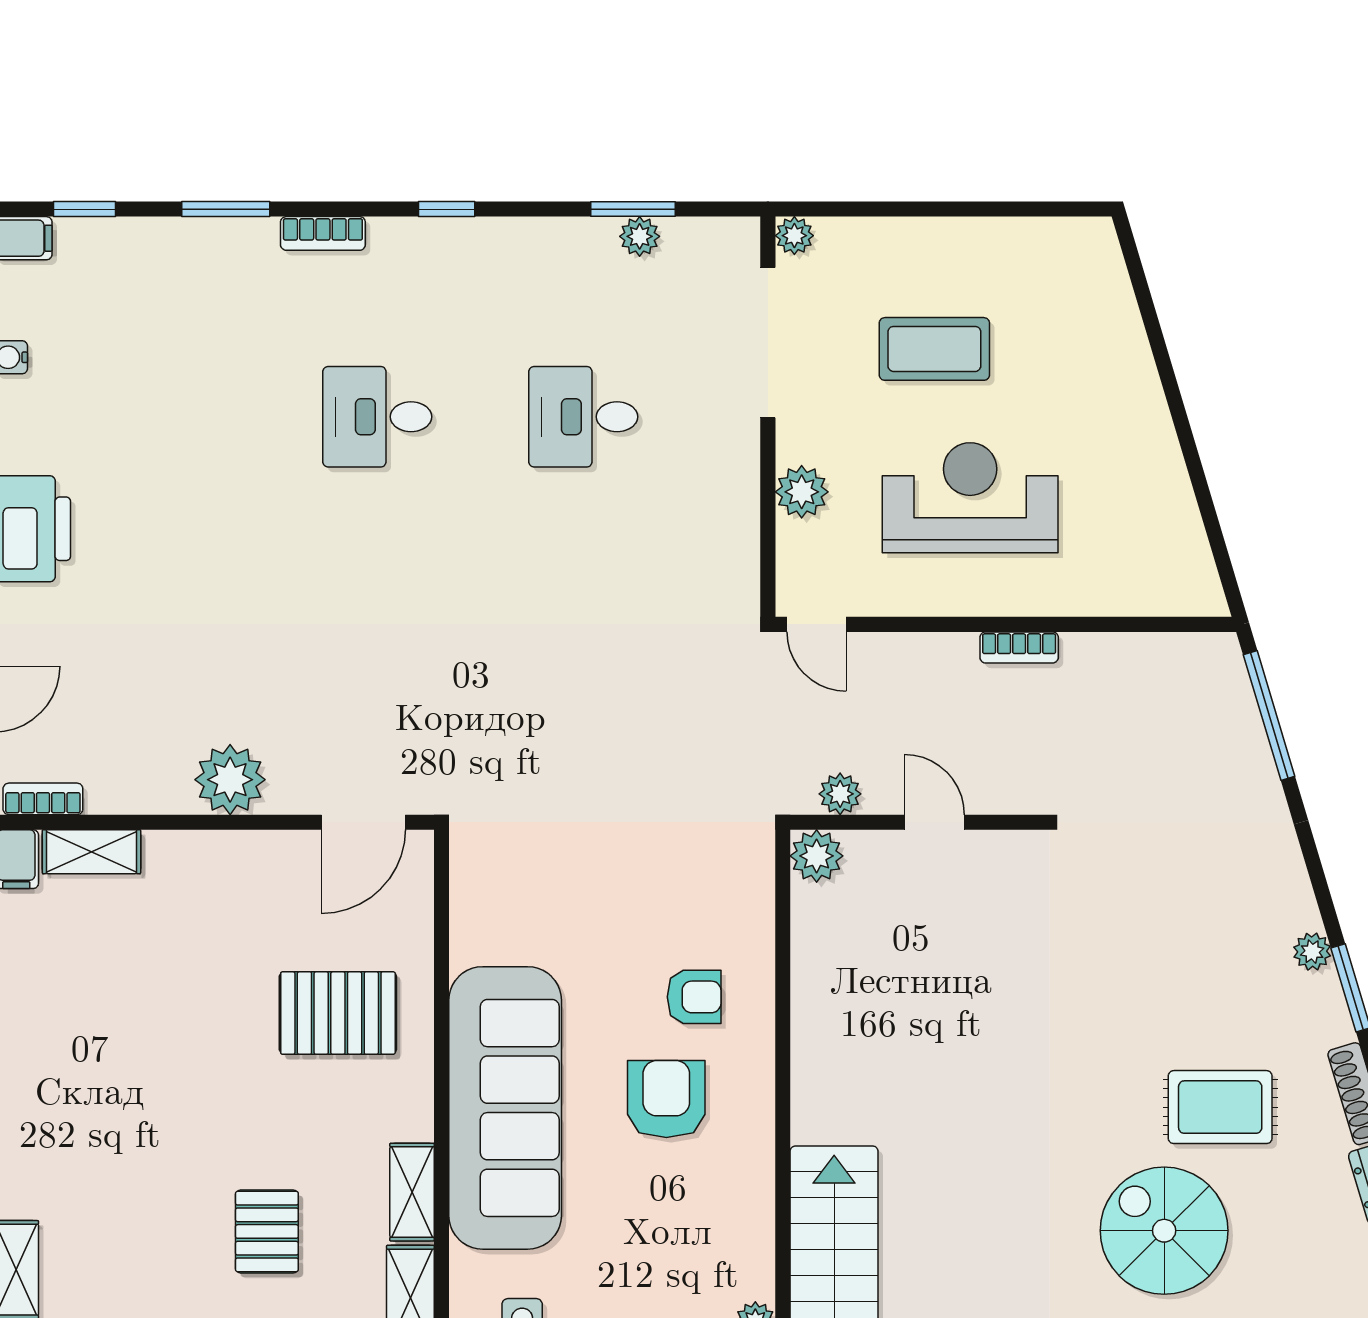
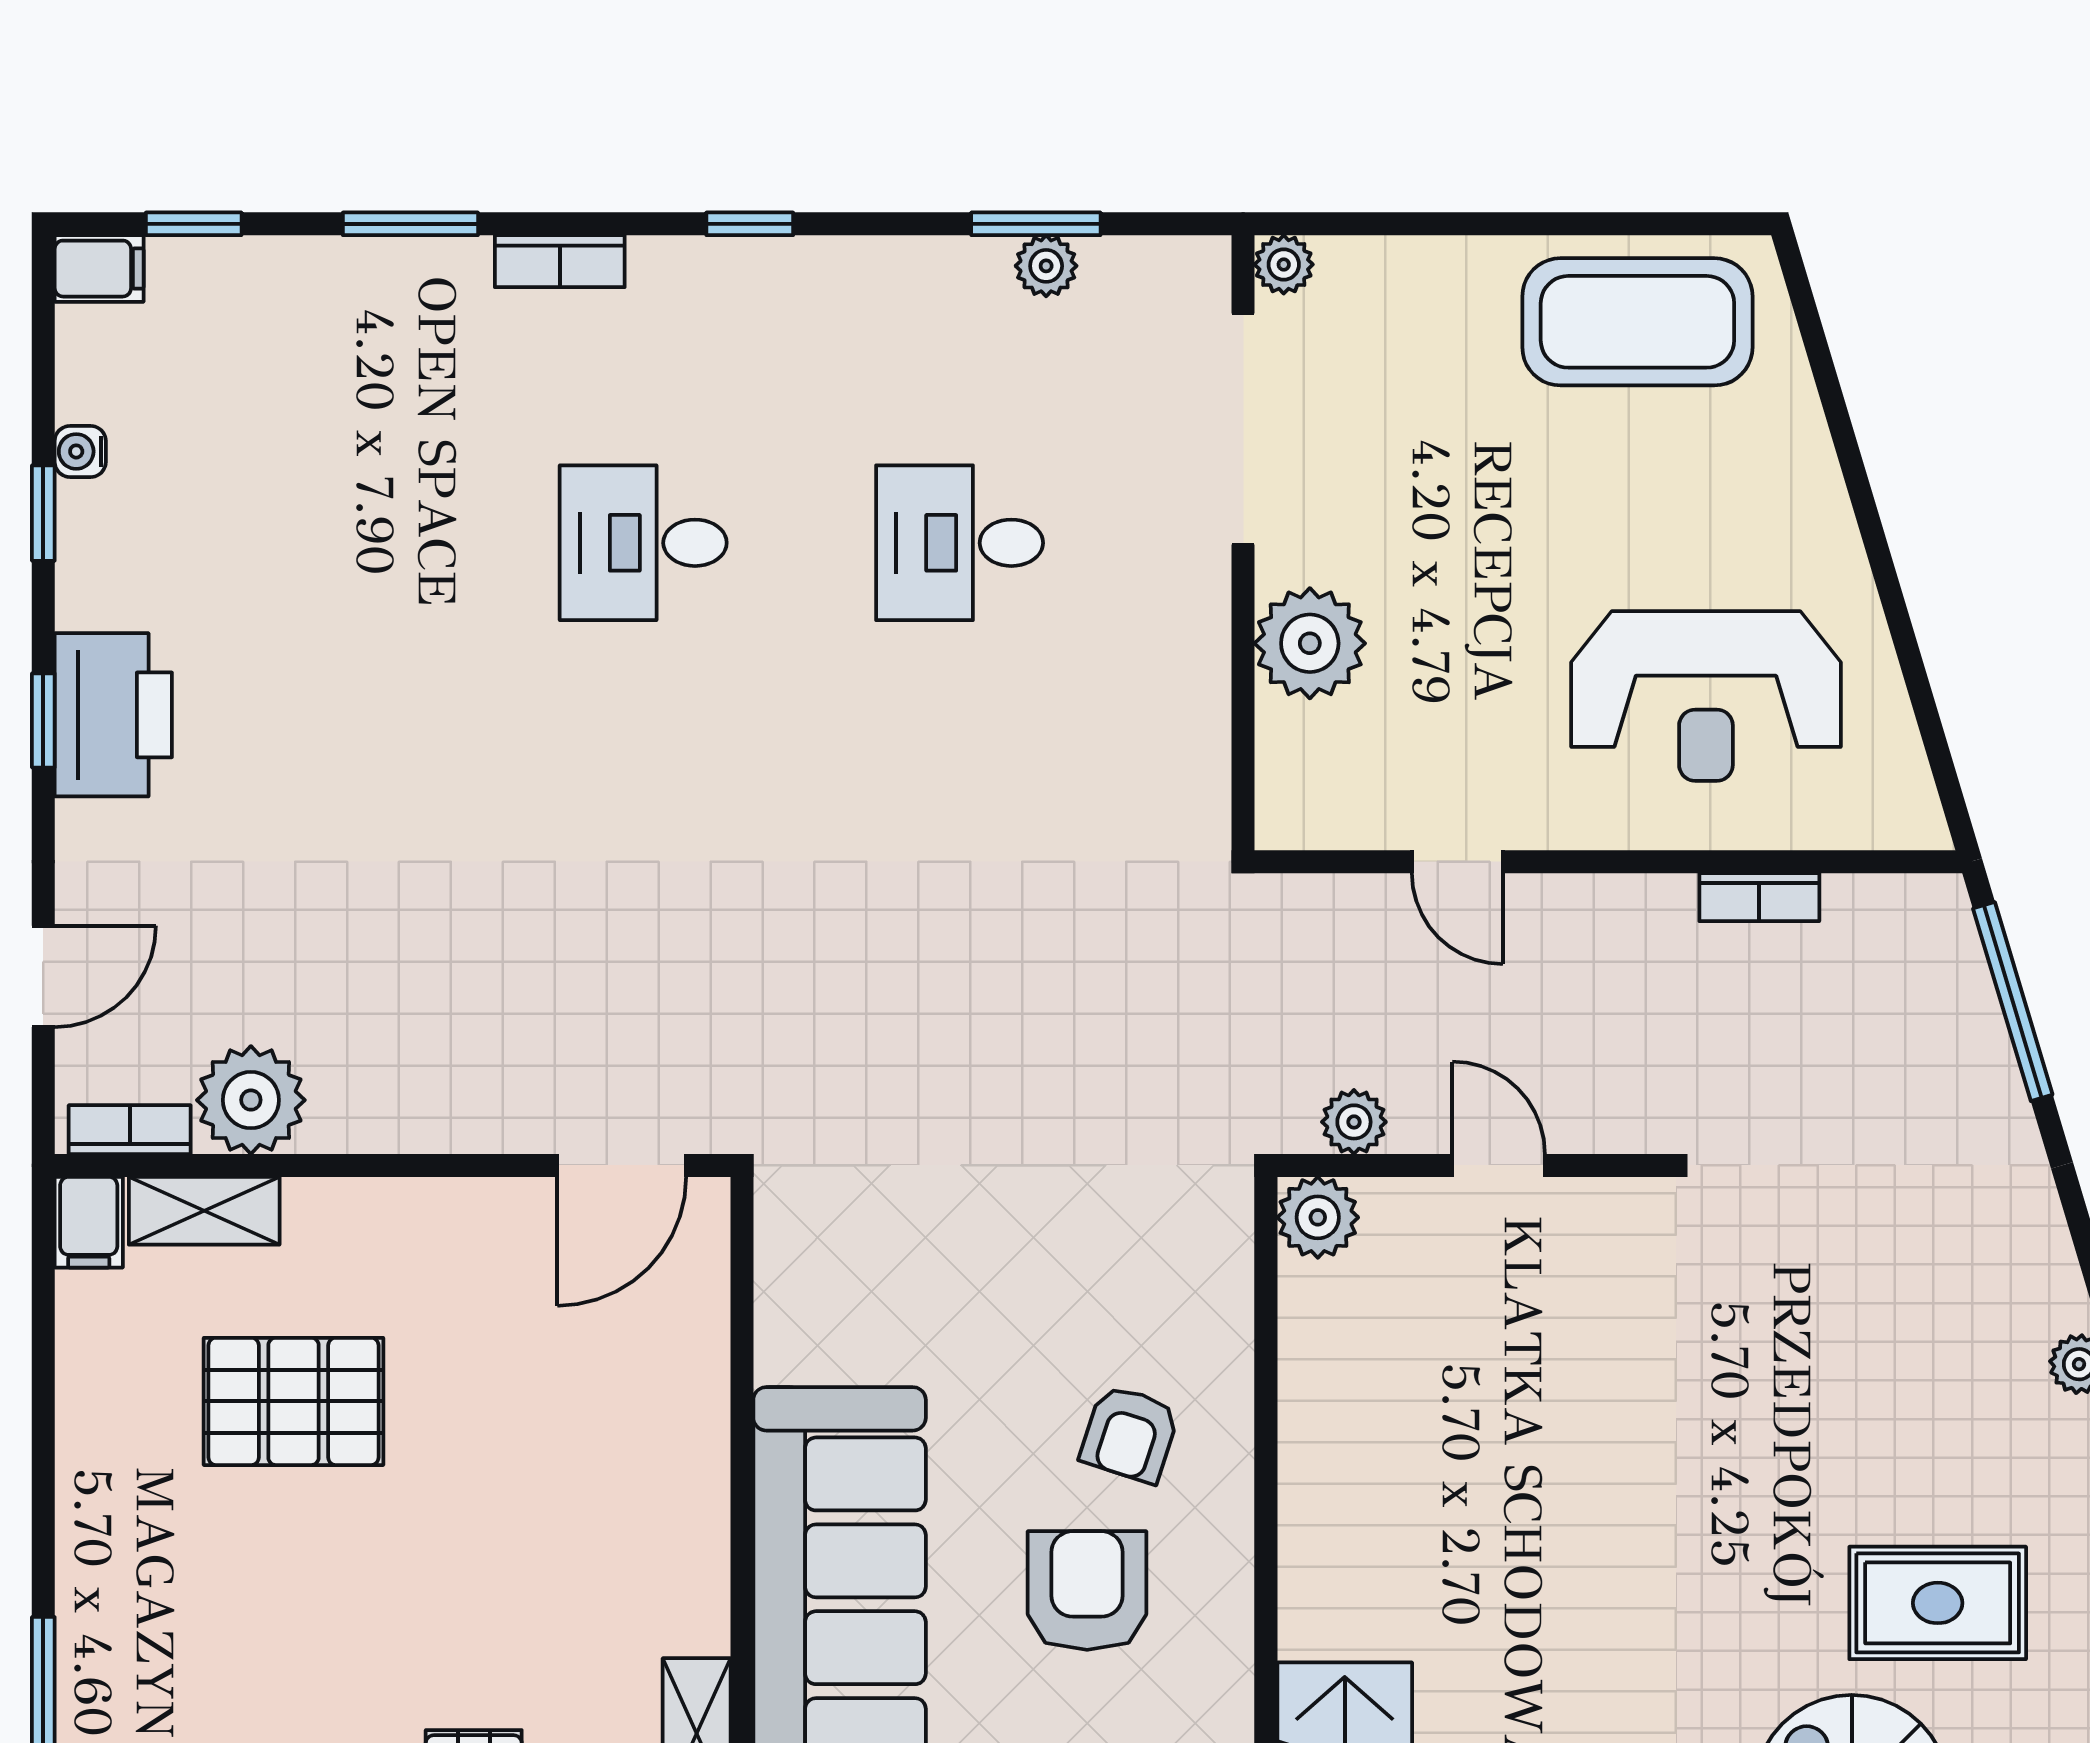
coffee table: (934, 349) -> (1637, 322), moved, width x1.36, depth x1.32
plant: (802, 492) -> (1310, 643), width x1.36, depth x1.36
reception desk: (970, 498) -> (1706, 696), moved, turned 180
door: (816, 624) -> (1457, 862), moved
bookcase: (1019, 647) -> (1759, 897), moved
plant: (230, 780) -> (251, 1100), moved
armchair: (694, 997) -> (1130, 1434), turned 108
pallet: (338, 1013) -> (293, 1401), moved

